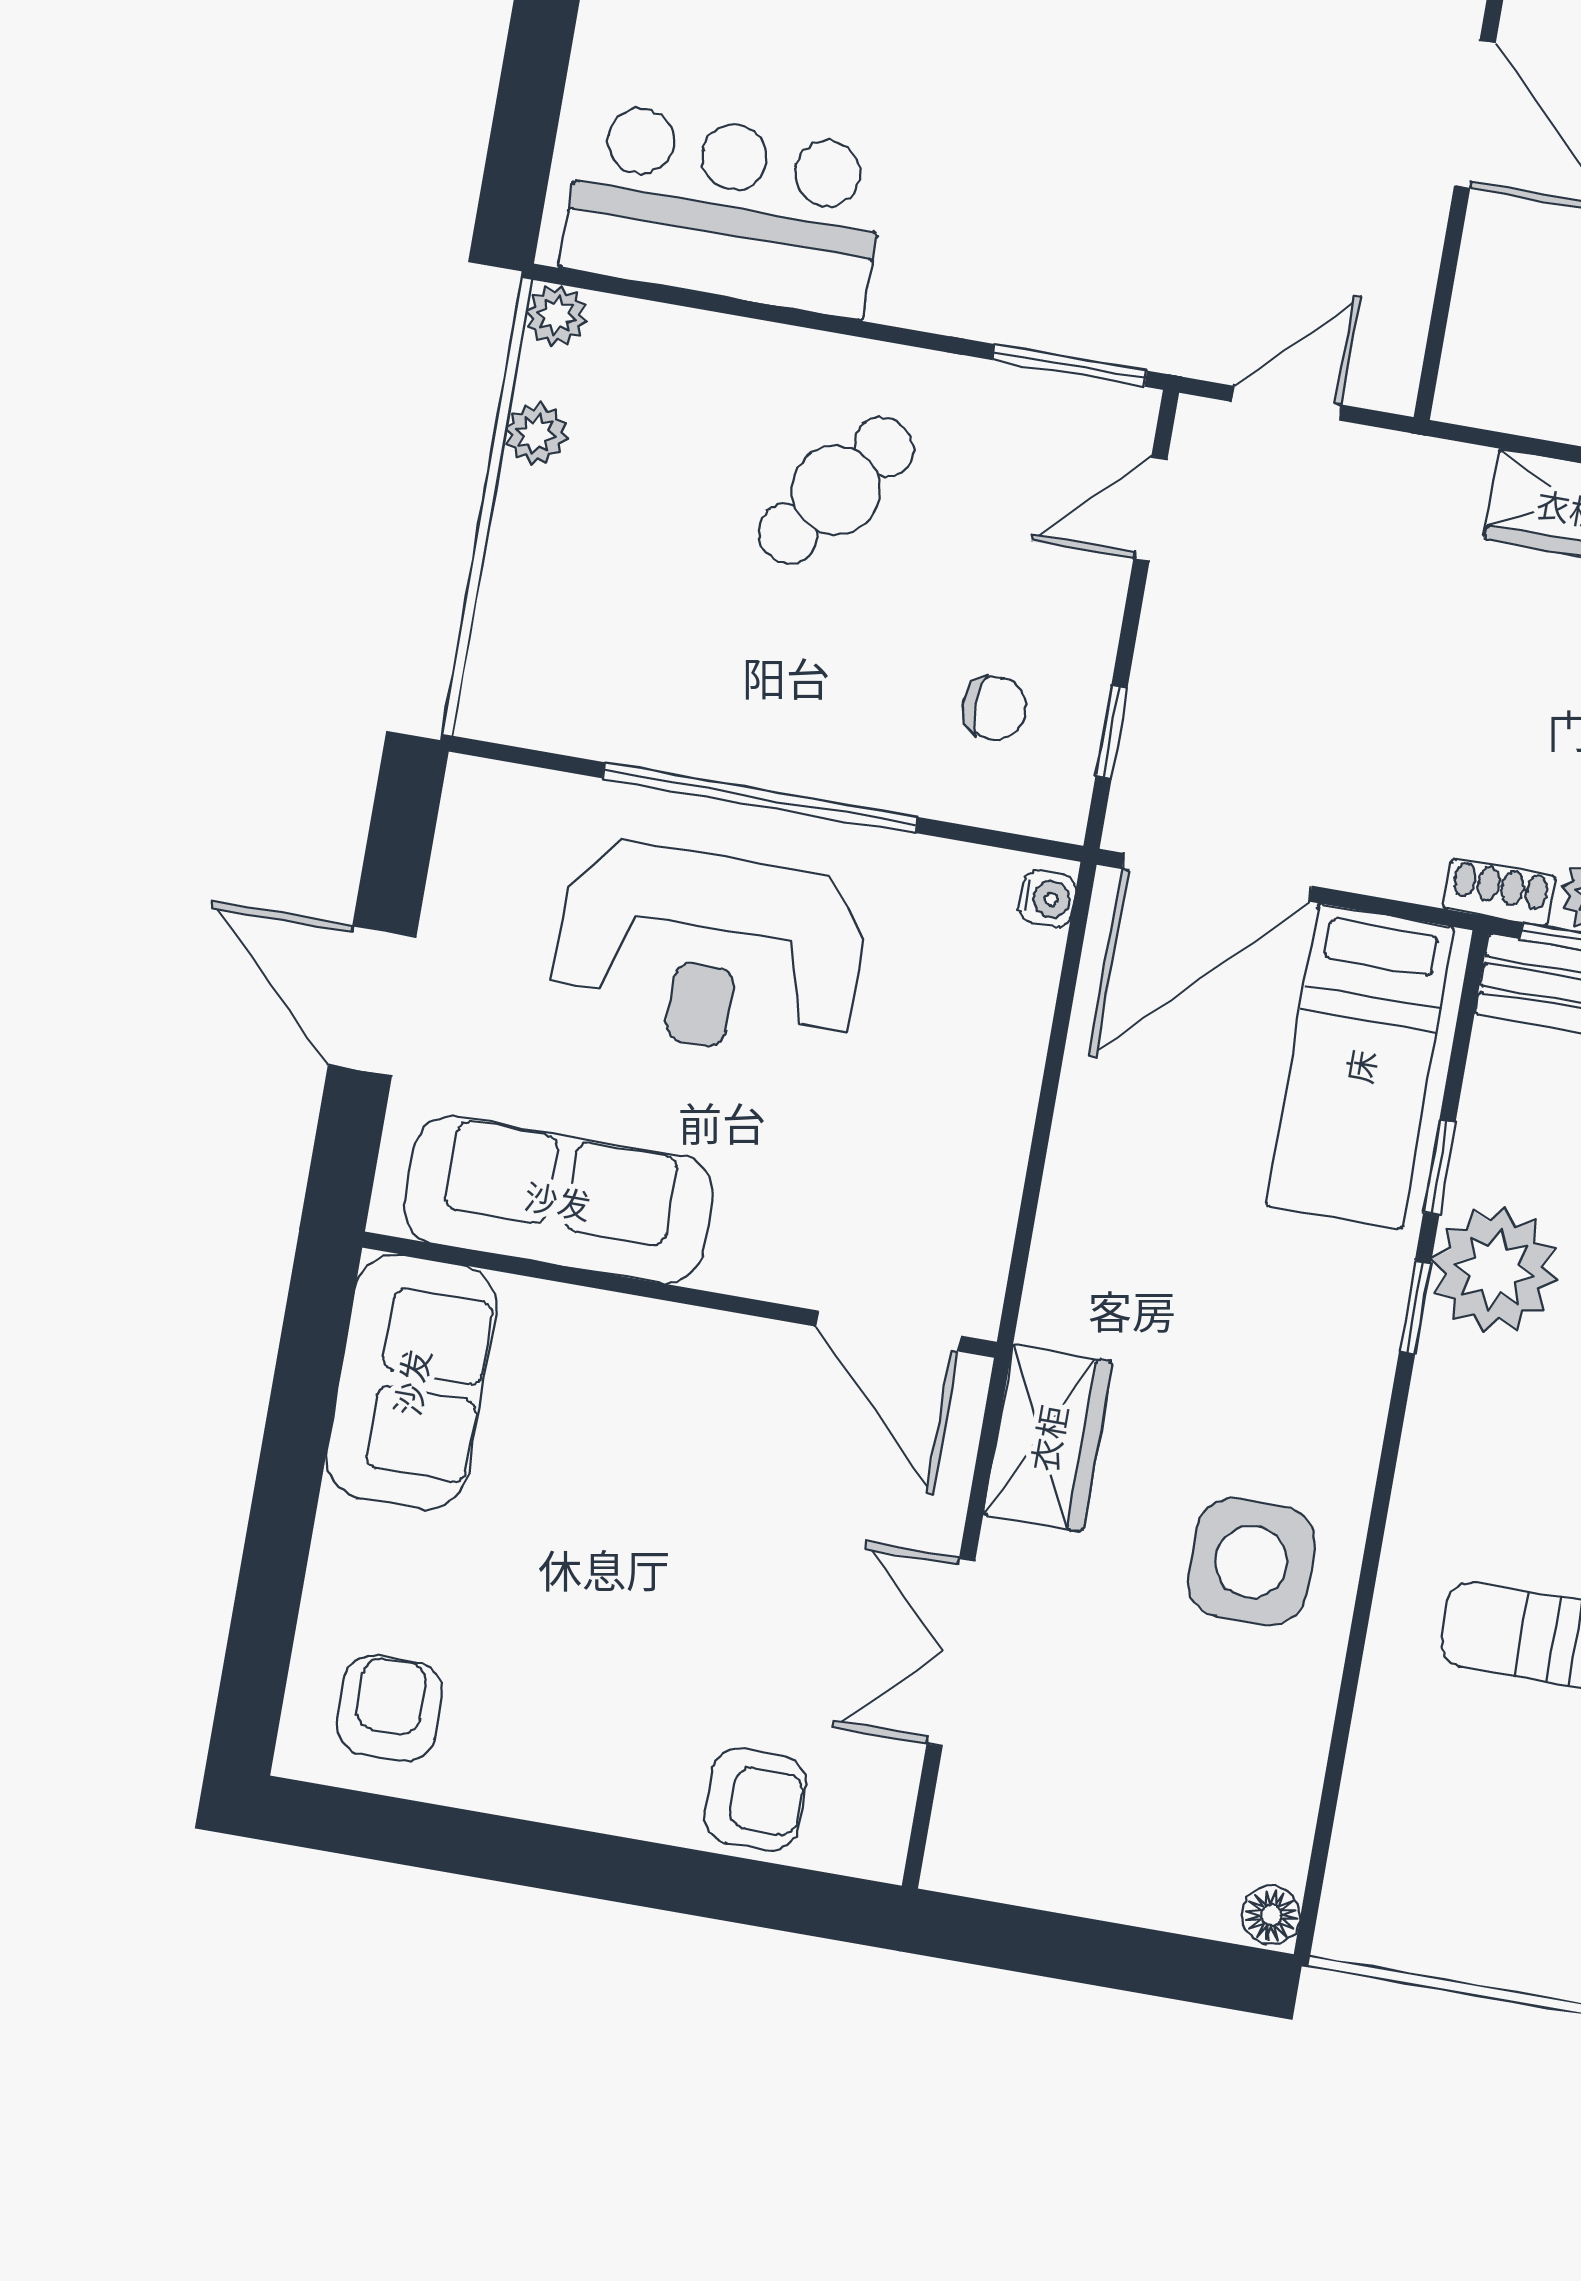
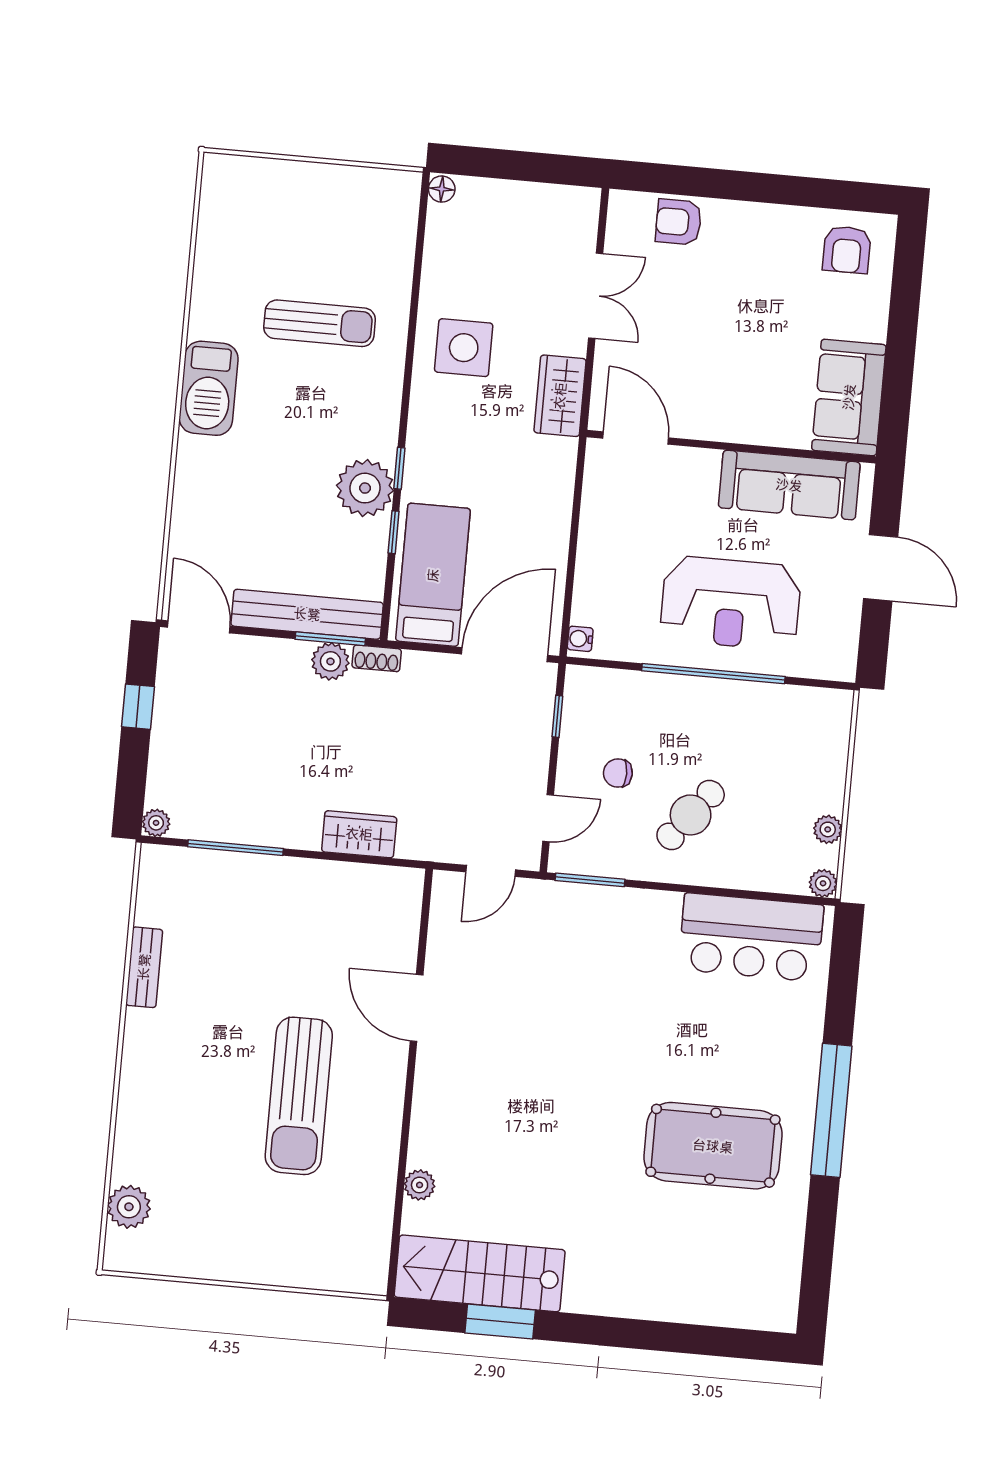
chair: (994, 708) -> (618, 773), moved
reception desk: (709, 950) -> (731, 603), turned 180

